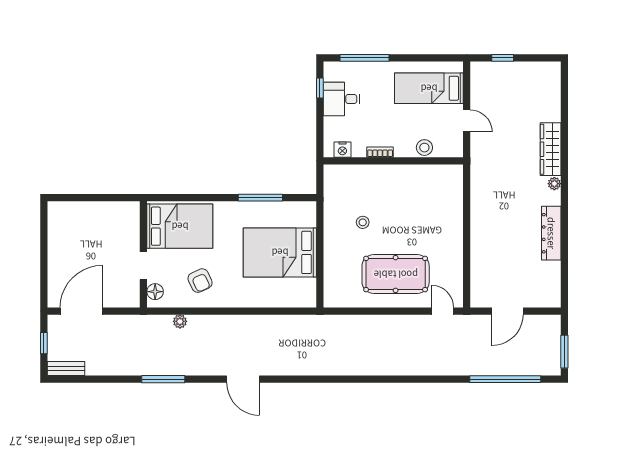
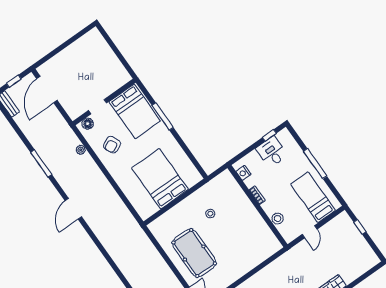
window: (365, 58) -> (315, 164), moved
window: (260, 198) -> (163, 116), moved
door: (81, 311) -> (47, 90), swing flipped

